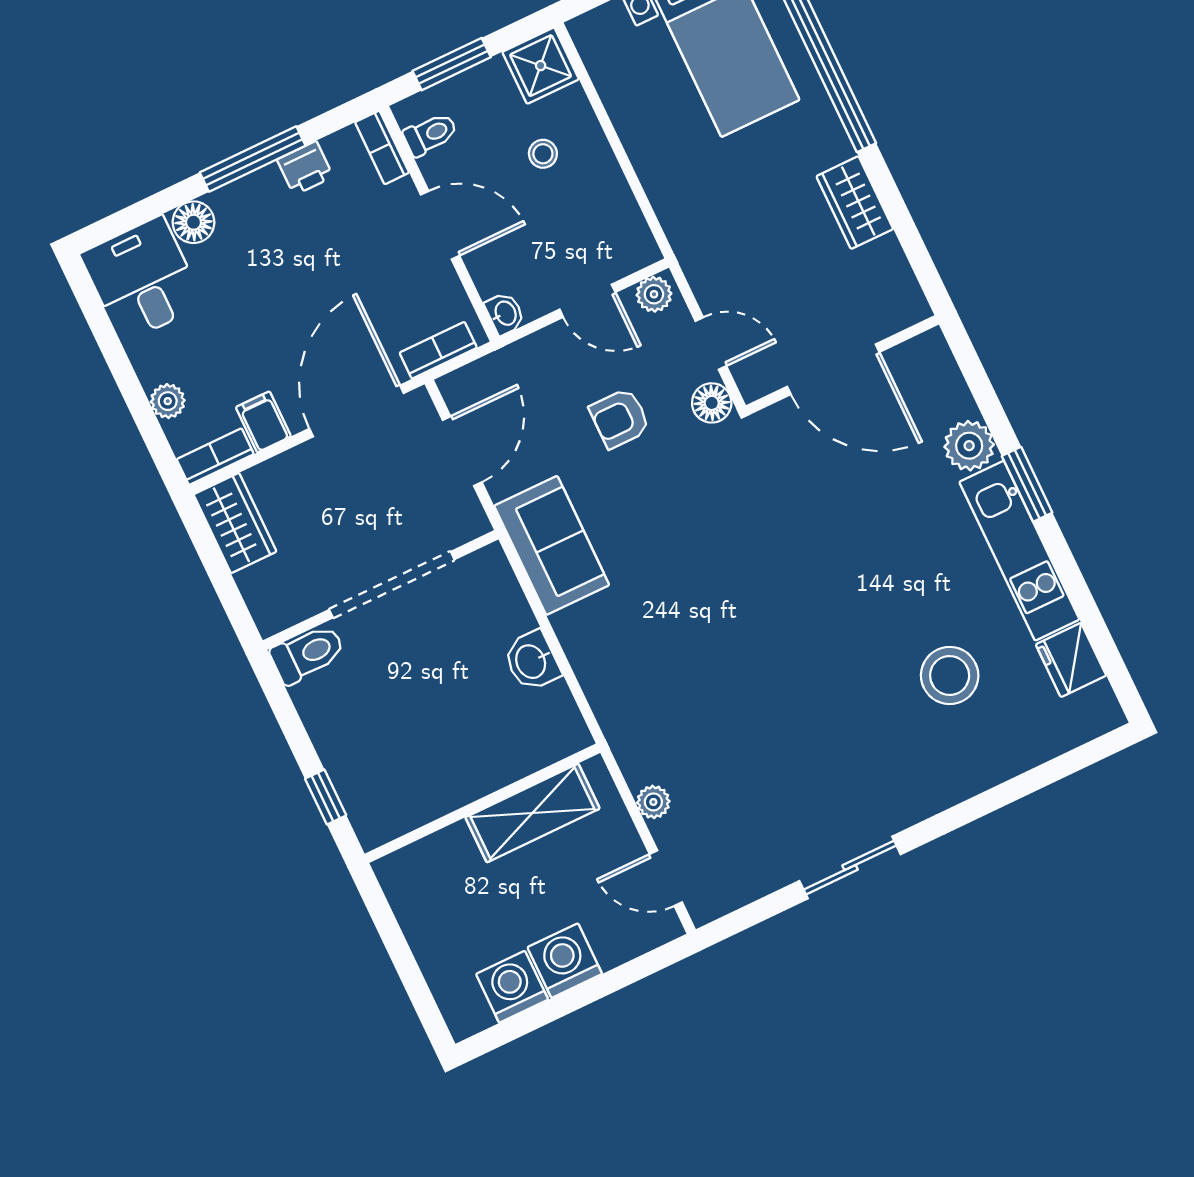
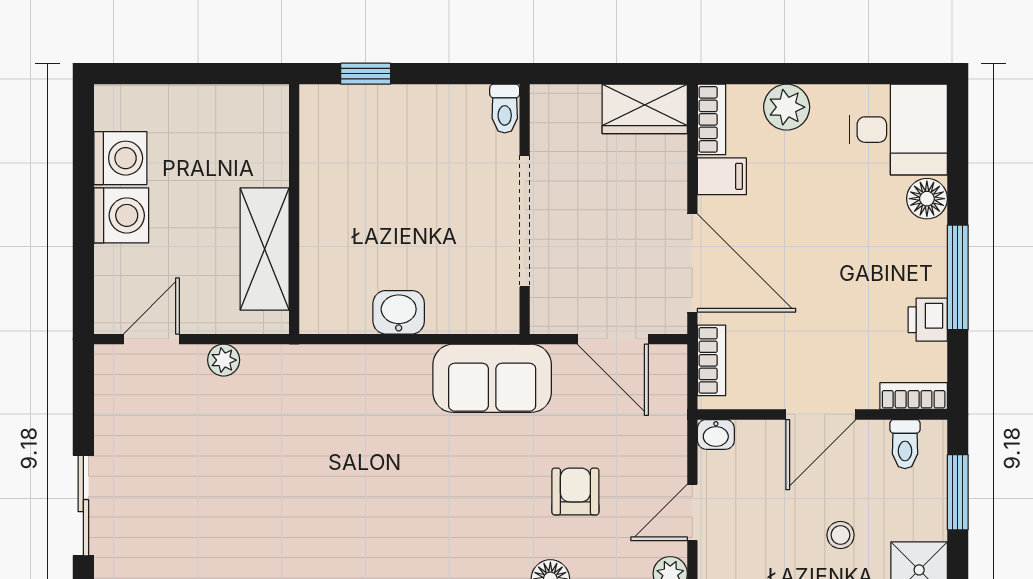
plant: (168, 401) -> (787, 107), width x1.38, depth x1.38
toilet: (308, 654) -> (505, 109), width x0.73, depth x0.72

